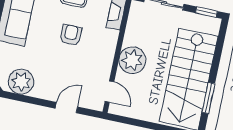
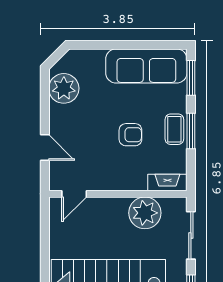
plant: (132, 60) -> (145, 213), moved

